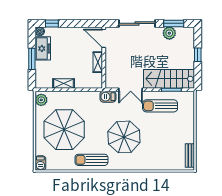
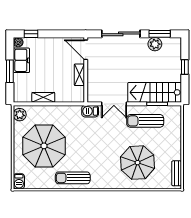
parasol: (124, 137) -> (138, 163), moved

